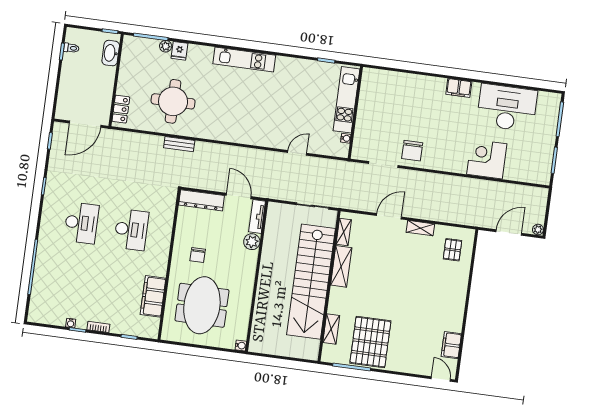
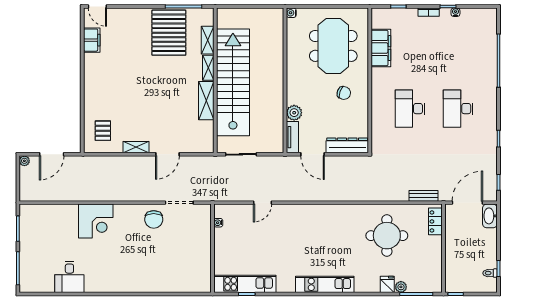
washbasin: (111, 53) -> (490, 216), moved, turned 180
filing cabinet: (459, 88) -> (118, 285), removed
kitchen unit: (346, 100) -> (245, 284), moved, turned -90
desk: (507, 108) -> (69, 277), width x0.53, depth x0.77
bench: (179, 144) -> (424, 196), moved
chair: (412, 151) -> (154, 219), turned 180
corner desk: (487, 159) -> (96, 221), moved
shelving: (344, 232) -> (208, 68), moved
chair: (198, 255) -> (344, 93), turned 109

